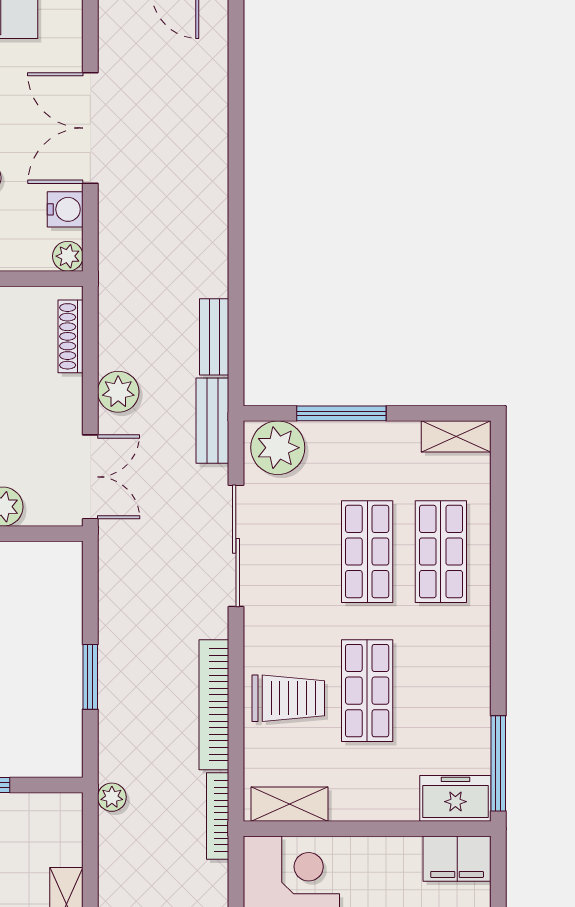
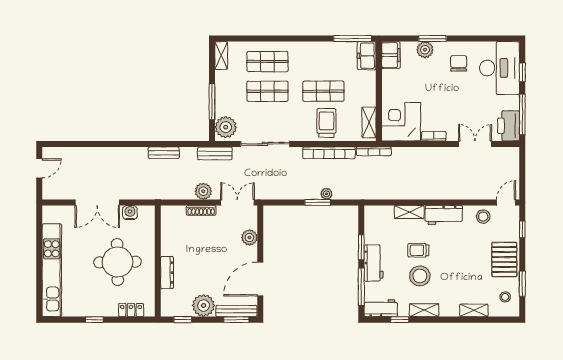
plant: (68, 256) -> (149, 211), removed
shoe rack: (71, 336) -> (201, 210), moved
bench: (214, 337) -> (164, 153), moved
plant: (112, 797) -> (326, 194), moved

